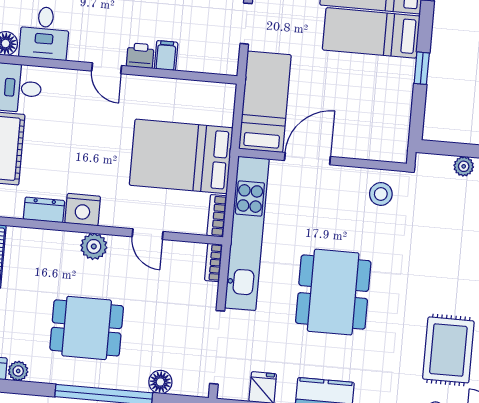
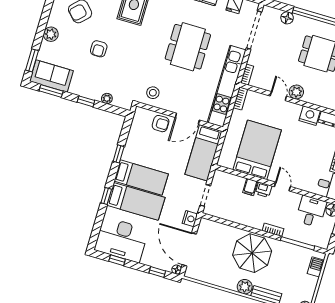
armchair: (355, 140) -> (161, 124), added
bed: (181, 156) -> (257, 150), moved, turned -90
plant: (94, 246) -> (296, 92), moved

